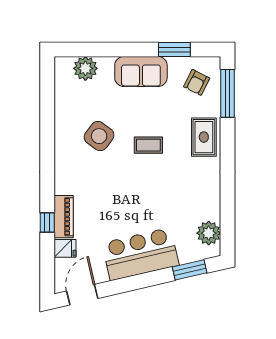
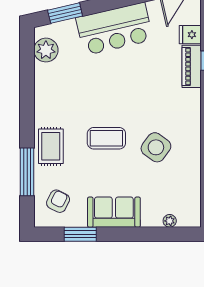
plant: (85, 68) -> (170, 221), width x0.53, depth x0.53
window: (228, 93) -> (27, 172), moved
coffee table: (148, 145) -> (106, 138), width x1.36, depth x1.30

